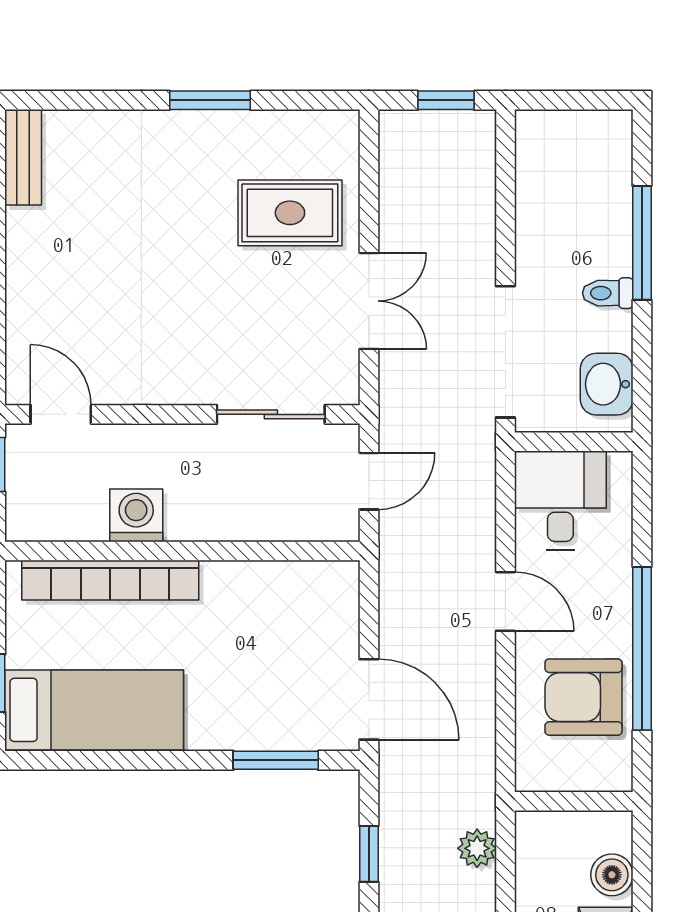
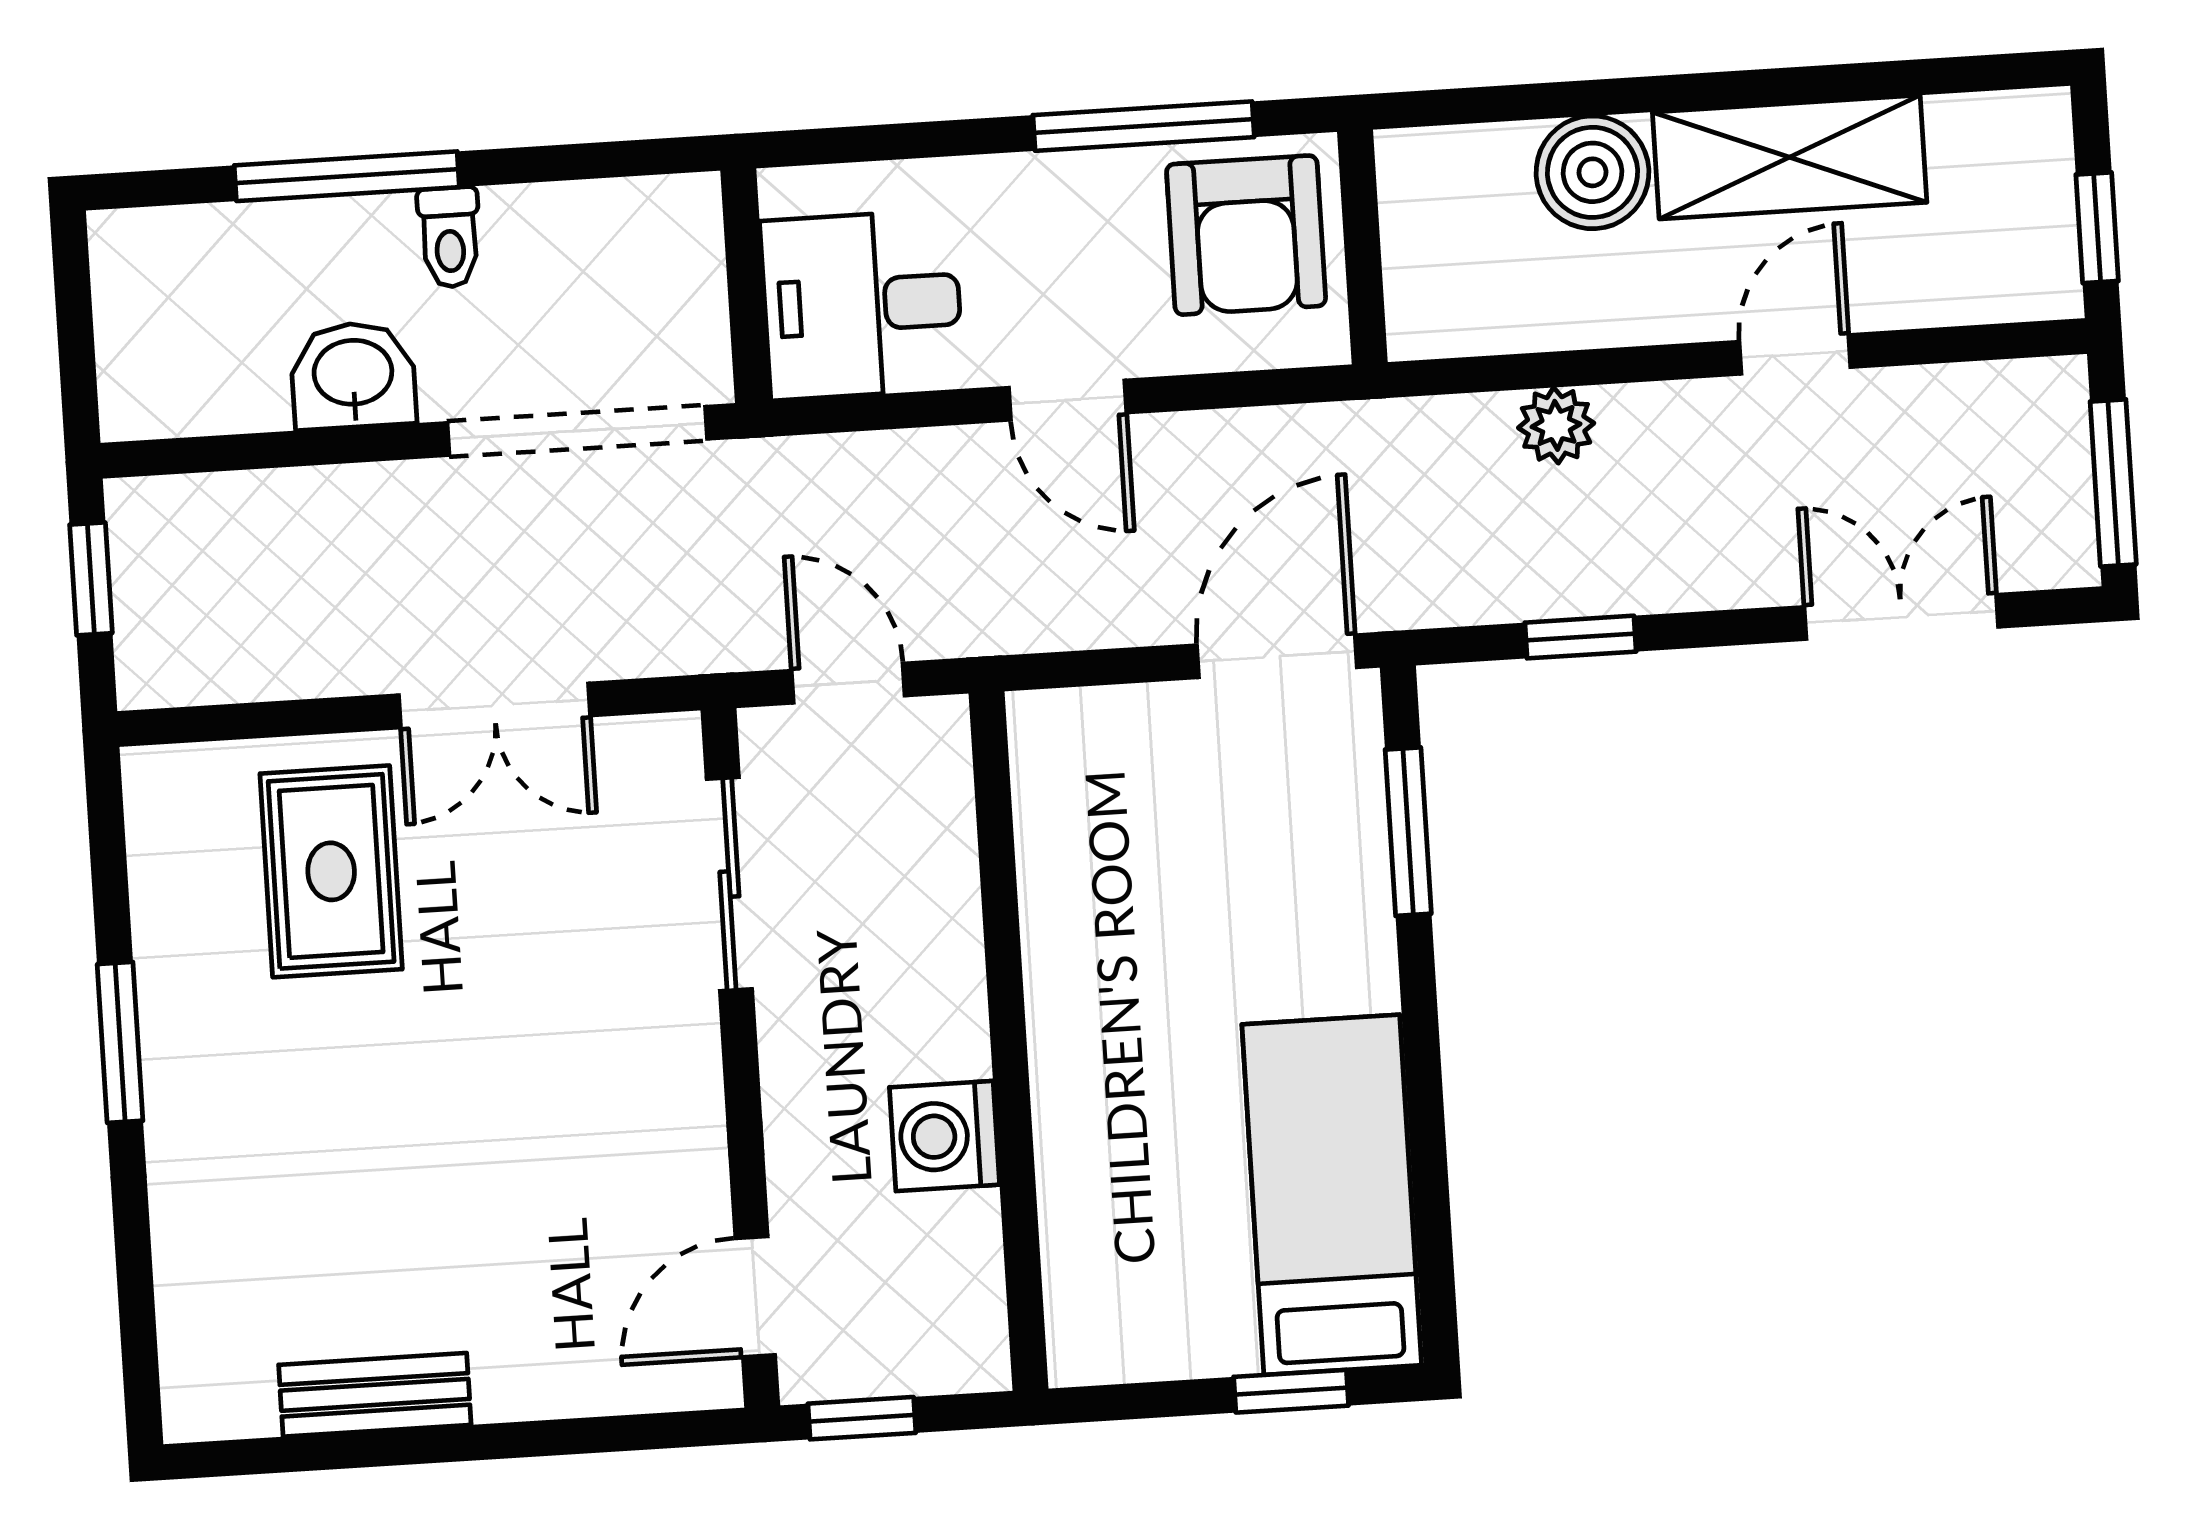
bench: (23, 157) -> (375, 1395), moved
double door: (369, 301) -> (494, 705), swing flipped
washbasin: (607, 384) -> (353, 375), moved, turned 180
bookcase: (110, 580) -> (1075, 1179), removed
door: (505, 601) -> (1068, 400), swing flipped
window: (642, 649) -> (1144, 126), width x0.68
wall: (574, 801) -> (1362, 247), moved
boiler: (612, 875) -> (1593, 172), width x1.36, depth x1.36

